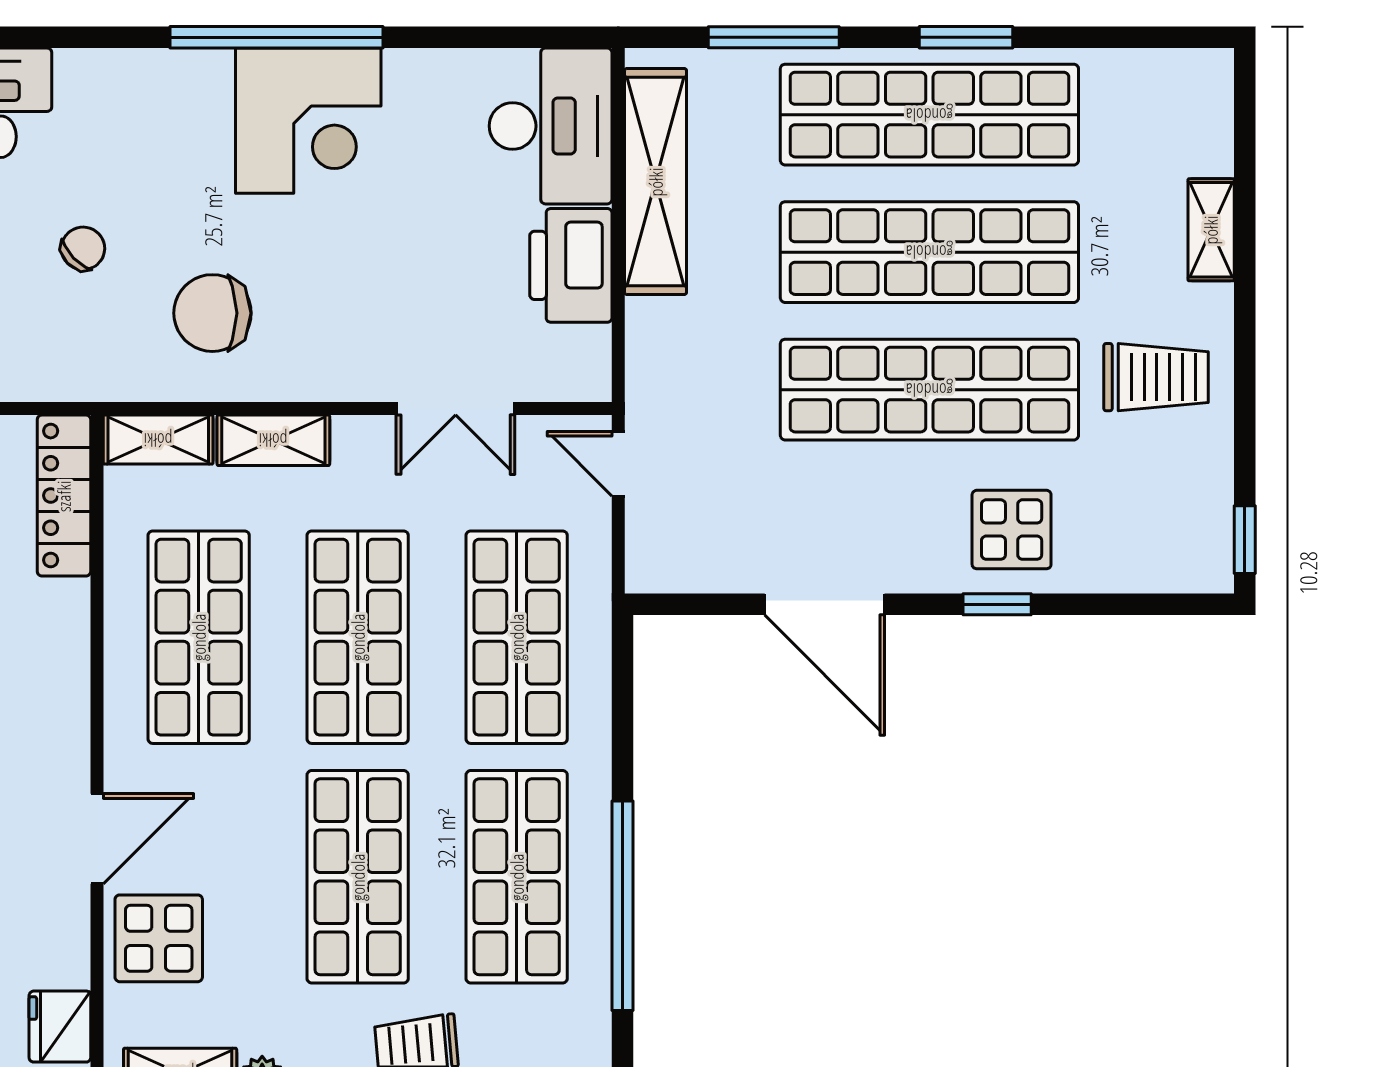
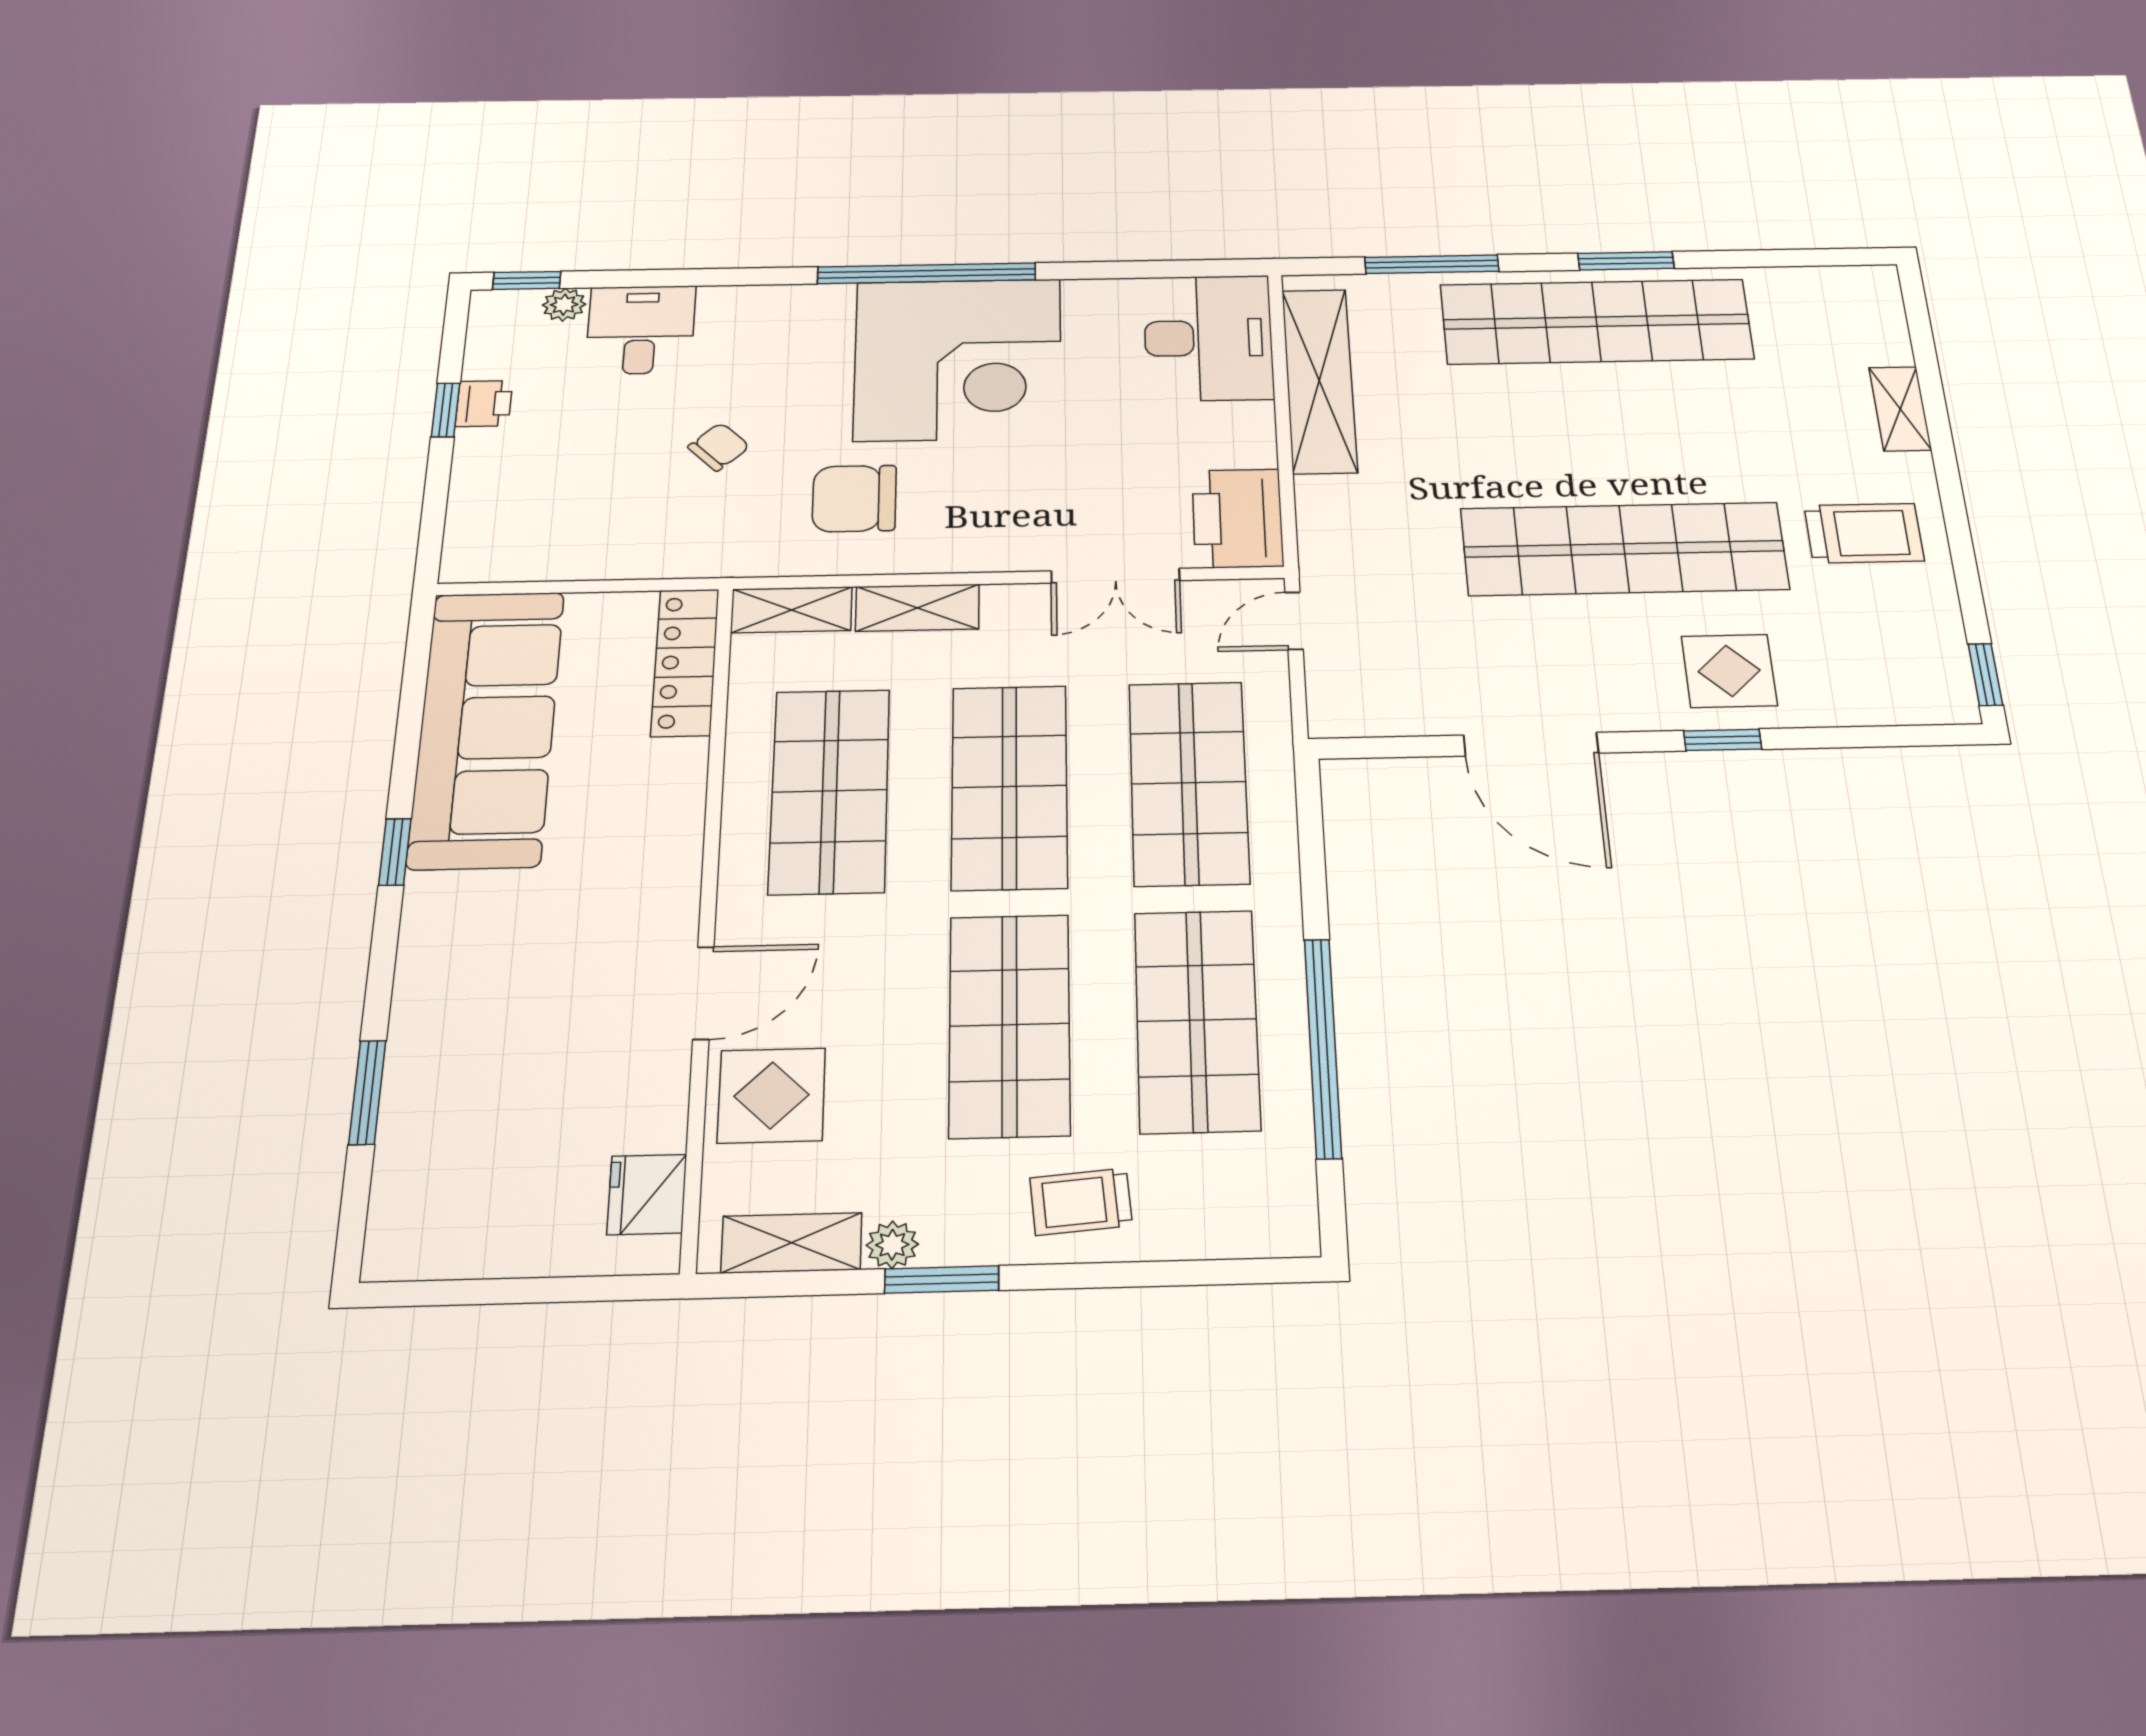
corner desk: (308, 121) -> (958, 359), width x1.36, depth x1.36
shop shelf: (929, 252) -> (1610, 433), removed
printer: (571, 265) -> (1238, 518), moved
door: (618, 464) -> (1294, 621), hinge flipped

